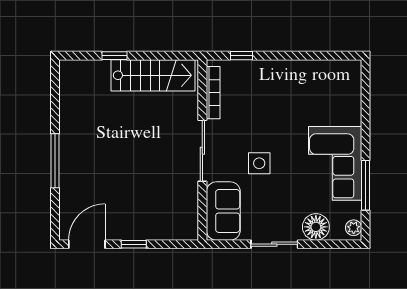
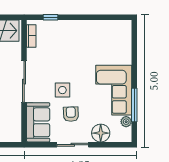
bookcase: (213, 93) -> (31, 36), width x0.64
armchair: (272, 199) -> (71, 114), added
plant: (354, 228) -> (126, 122), moved

